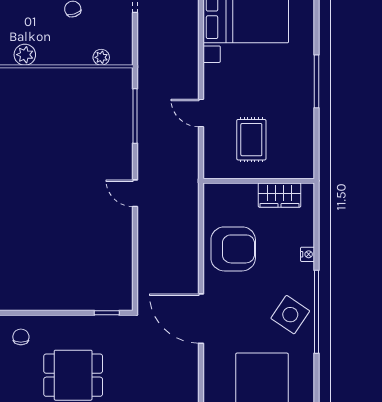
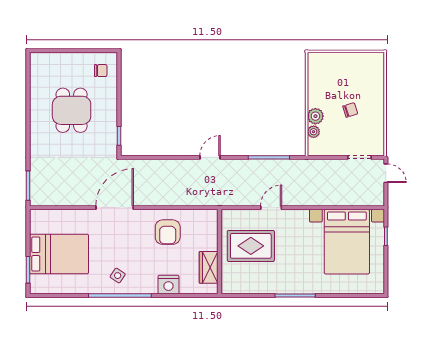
plant: (25, 55) -> (315, 116), moved
rug: (251, 140) -> (251, 246), width x1.36, depth x1.43
armchair: (233, 249) -> (168, 232), width x0.73, depth x0.73
nightstand: (308, 254) -> (168, 285), width x1.89, depth x1.79
side table: (290, 315) -> (118, 276), width x0.54, depth x0.54

